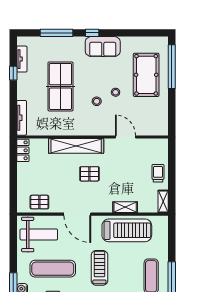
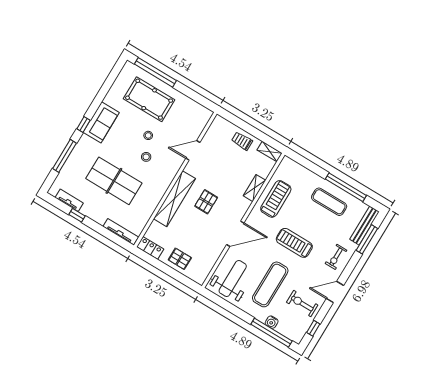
pallet: (39, 202) -> (180, 259), moved, turned 90
treadmill: (127, 230) -> (276, 199), width x0.73, depth x0.73

